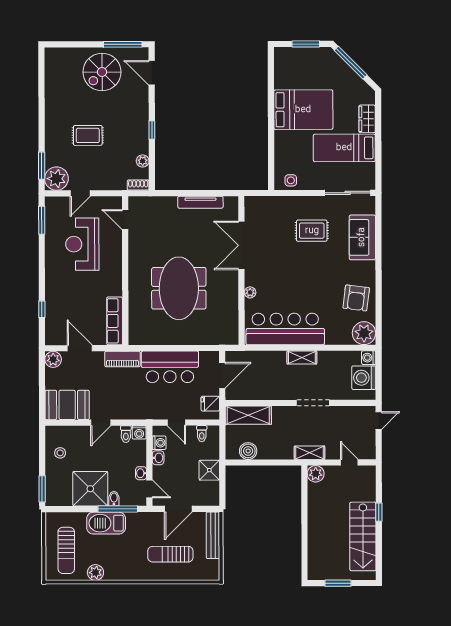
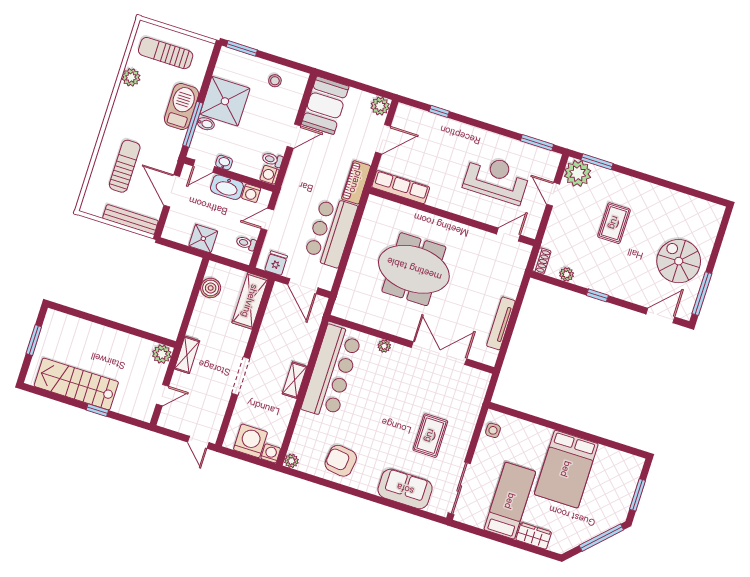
plant: (364, 333) -> (291, 461), width x0.53, depth x0.53
door: (101, 423) -> (294, 136), swing flipped
washbasin: (158, 458) -> (227, 187), width x1.91, depth x1.45

